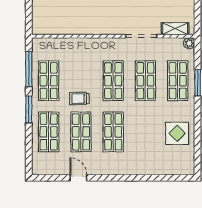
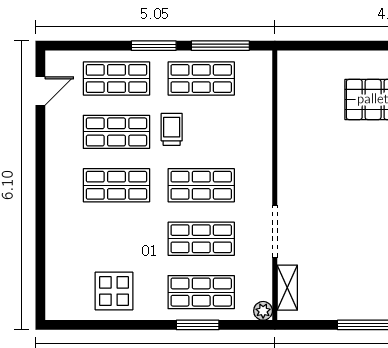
door: (78, 178) -> (40, 91), moved

